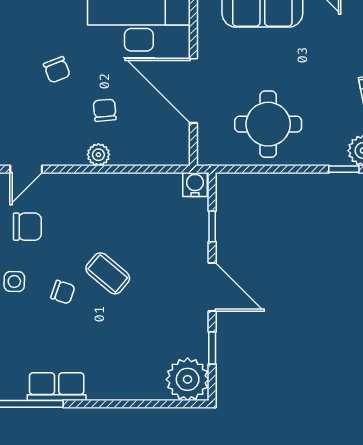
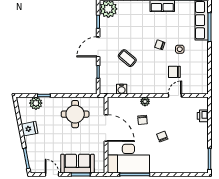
water cooler: (195, 184) -> (122, 89), moved
coffee table: (108, 273) -> (127, 58), moved
door: (212, 287) -> (98, 47), hinge flipped

